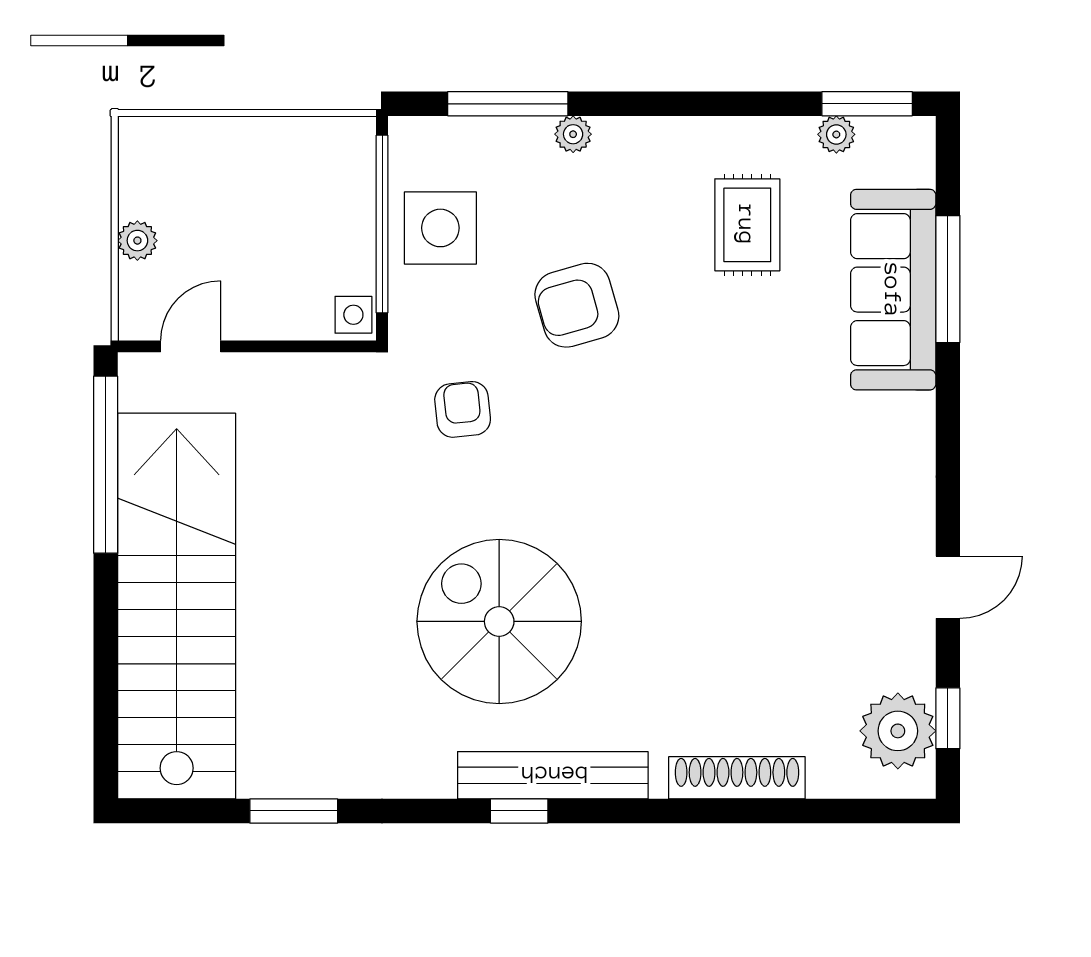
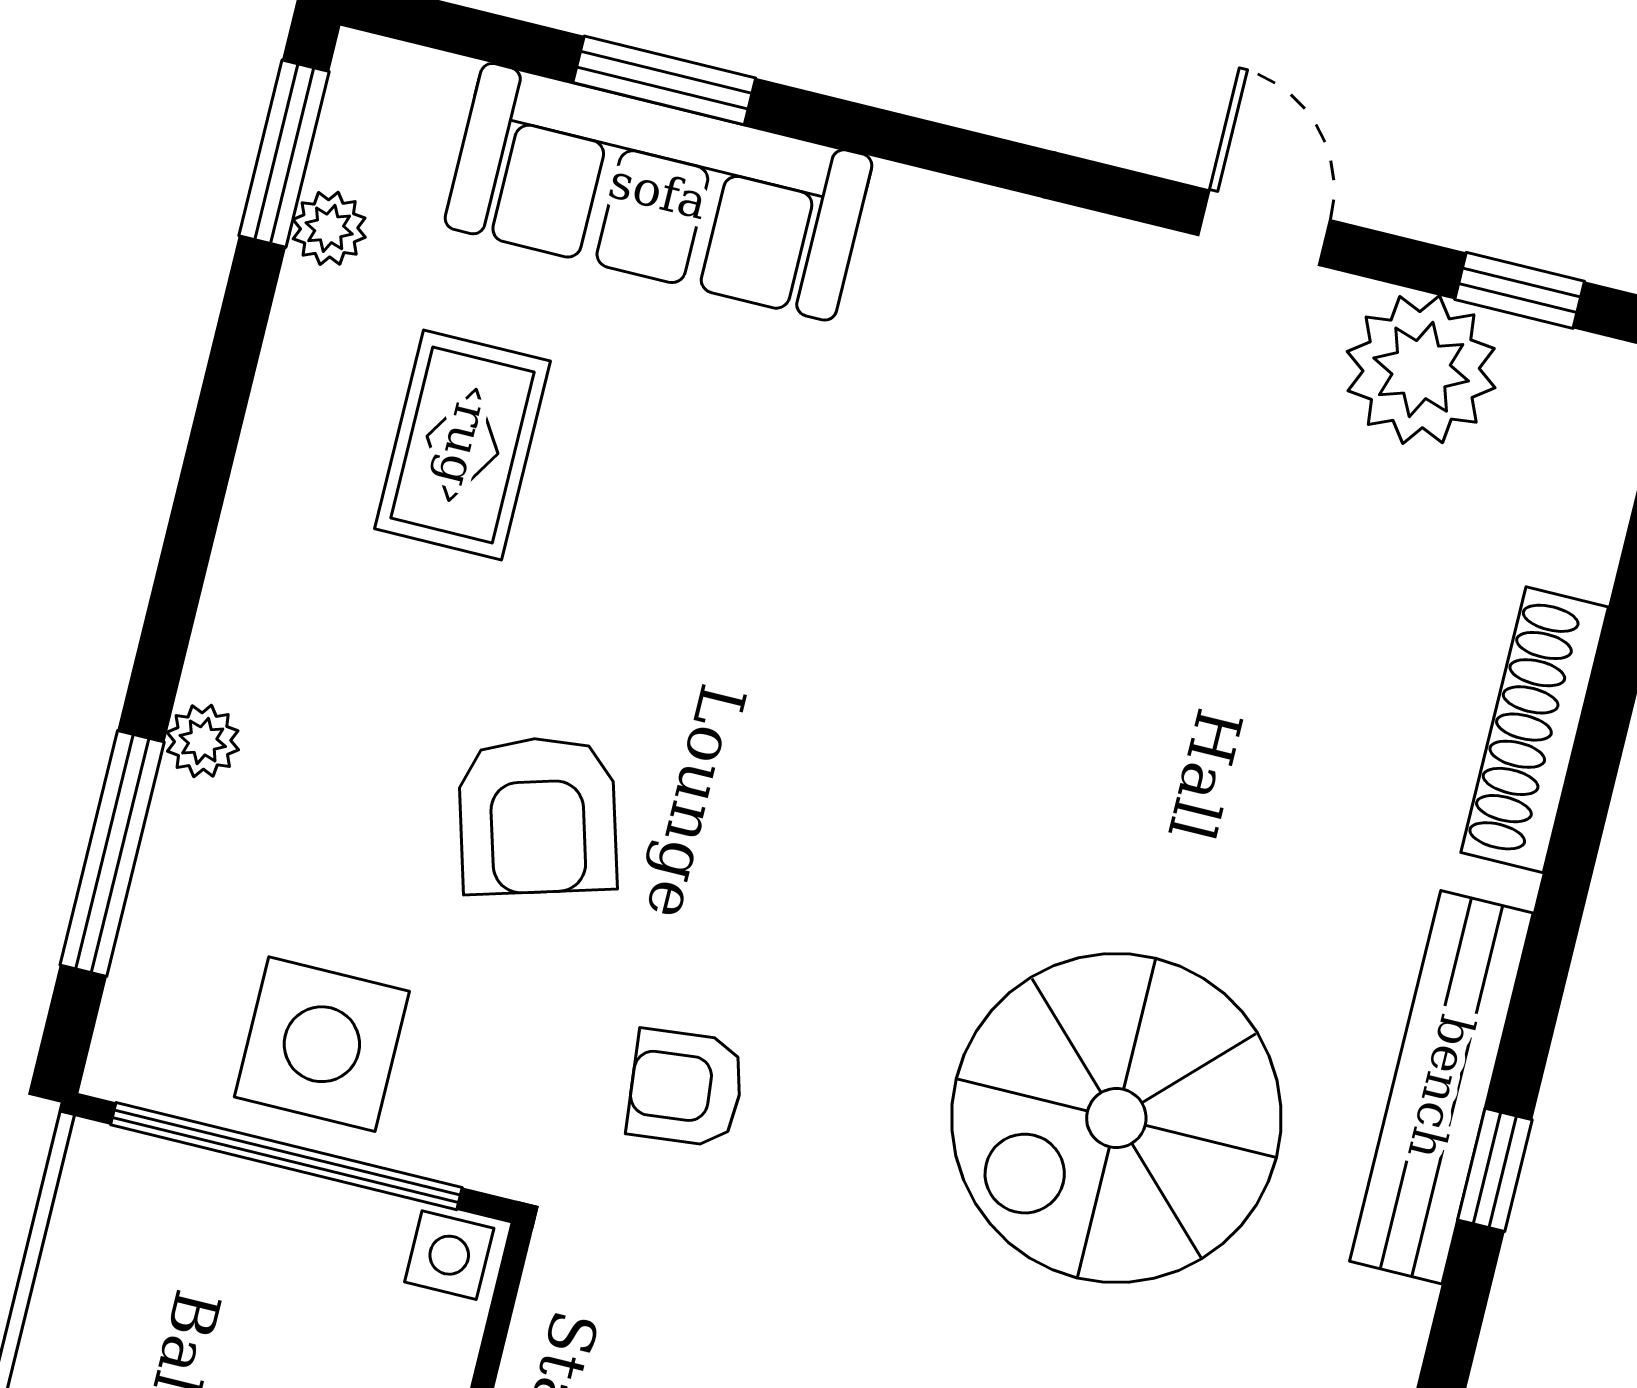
rug: (747, 225) -> (463, 445), turned 90
window: (948, 279) -> (664, 80), width x0.69
plant: (898, 731) -> (1421, 370), moved

